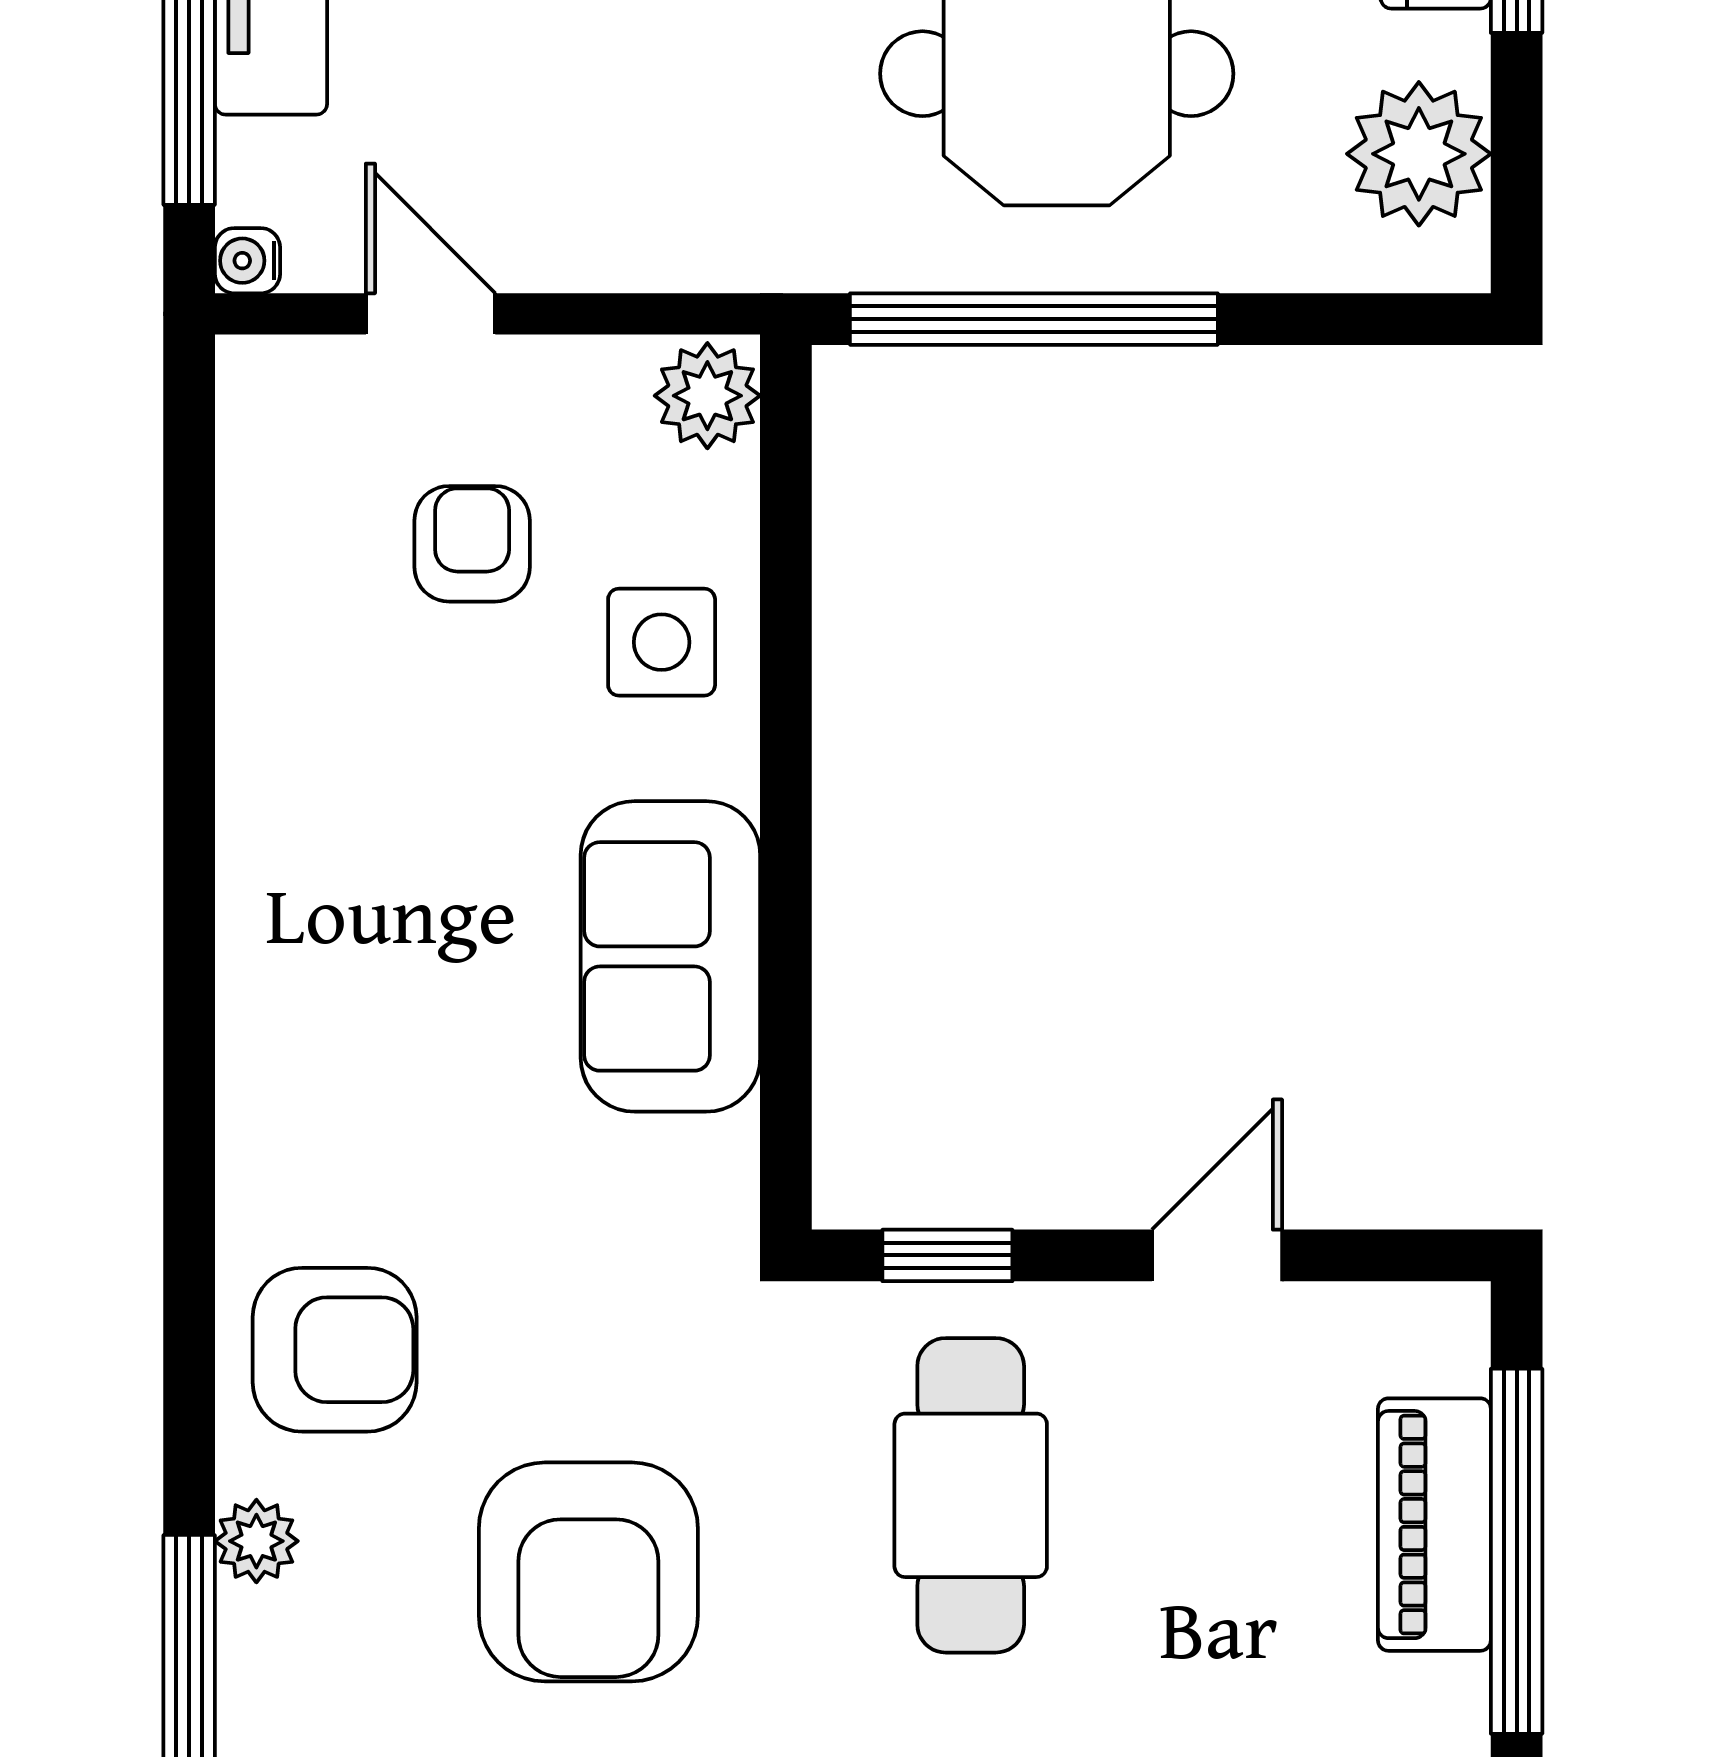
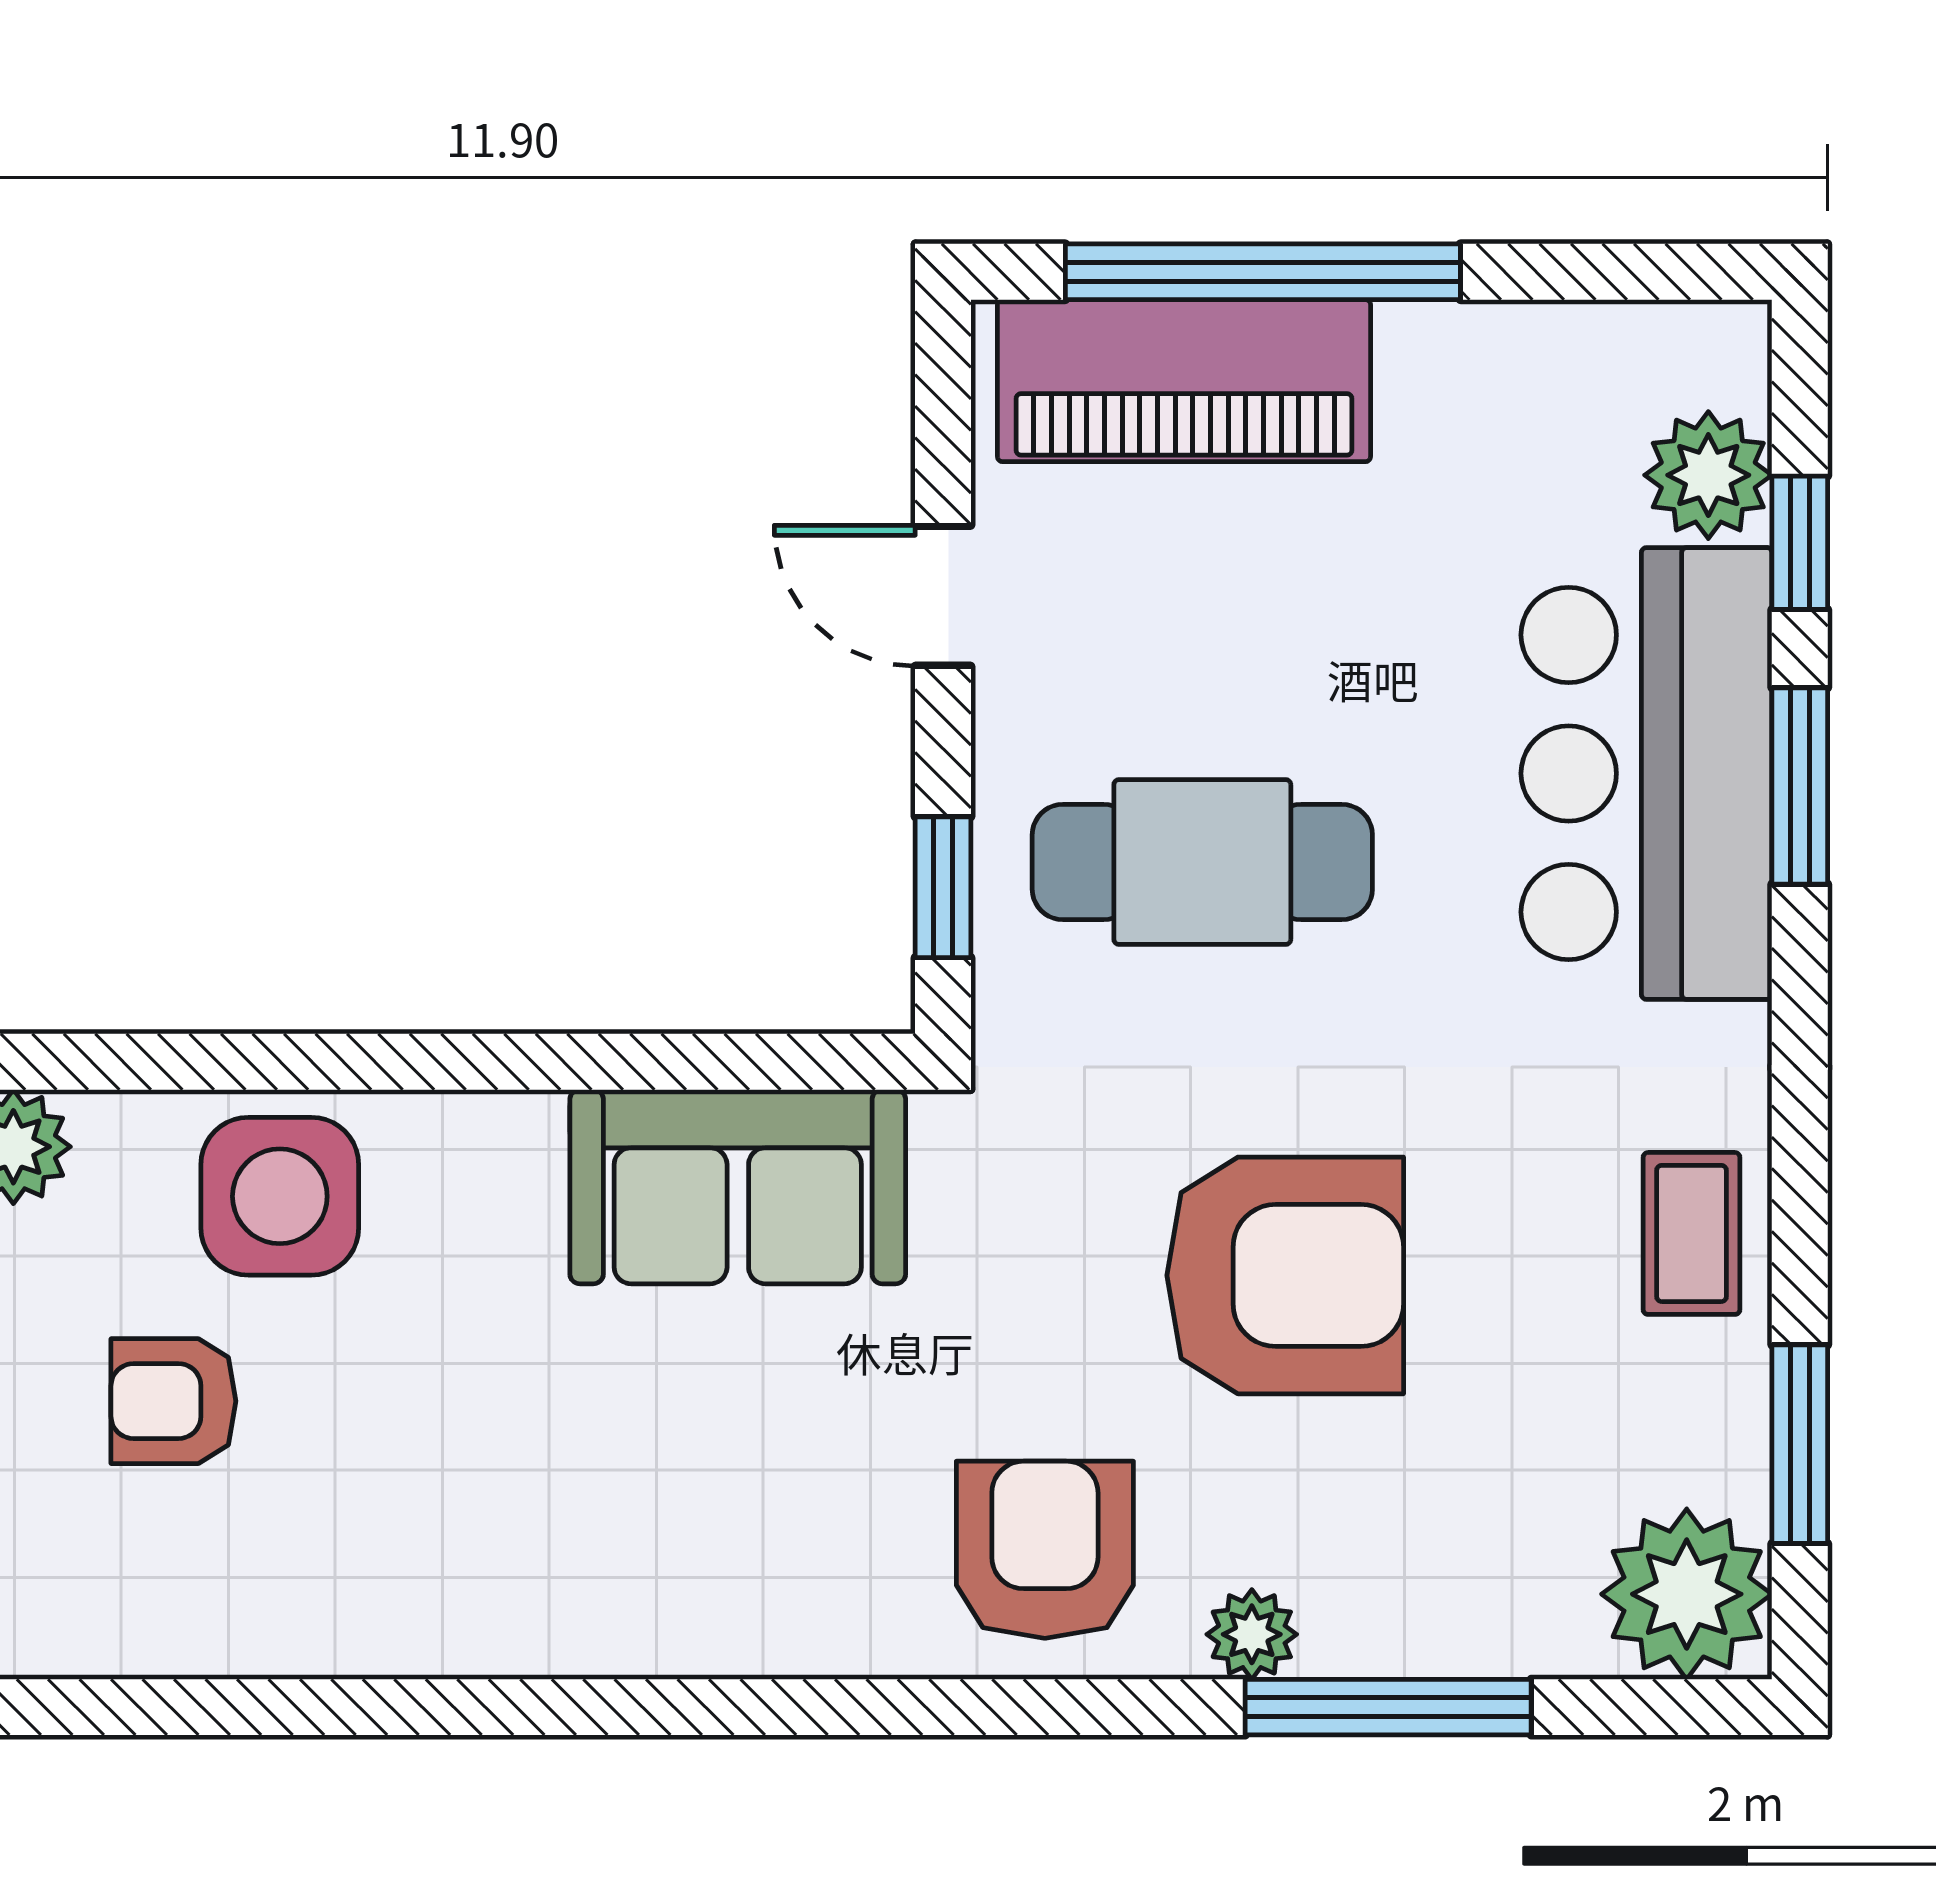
side table: (662, 642) -> (280, 1196), width x1.37, depth x1.37
sofa: (670, 956) -> (738, 1187), moved
piano: (1434, 1525) -> (1184, 381), width x1.37, depth x1.33

